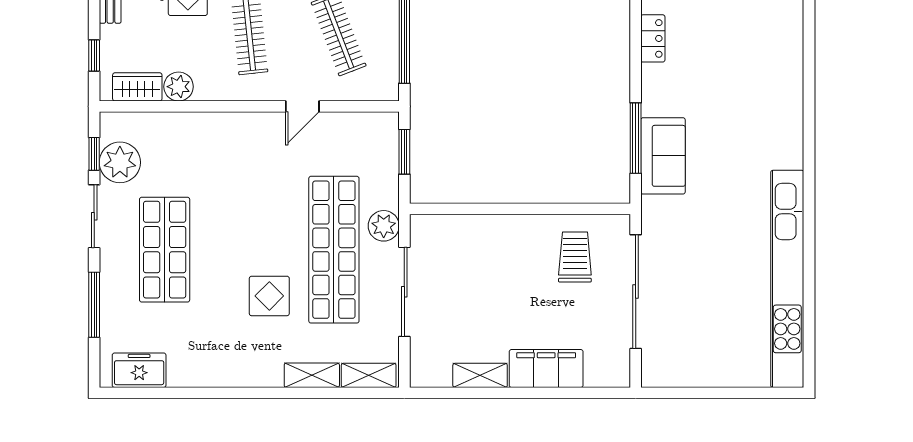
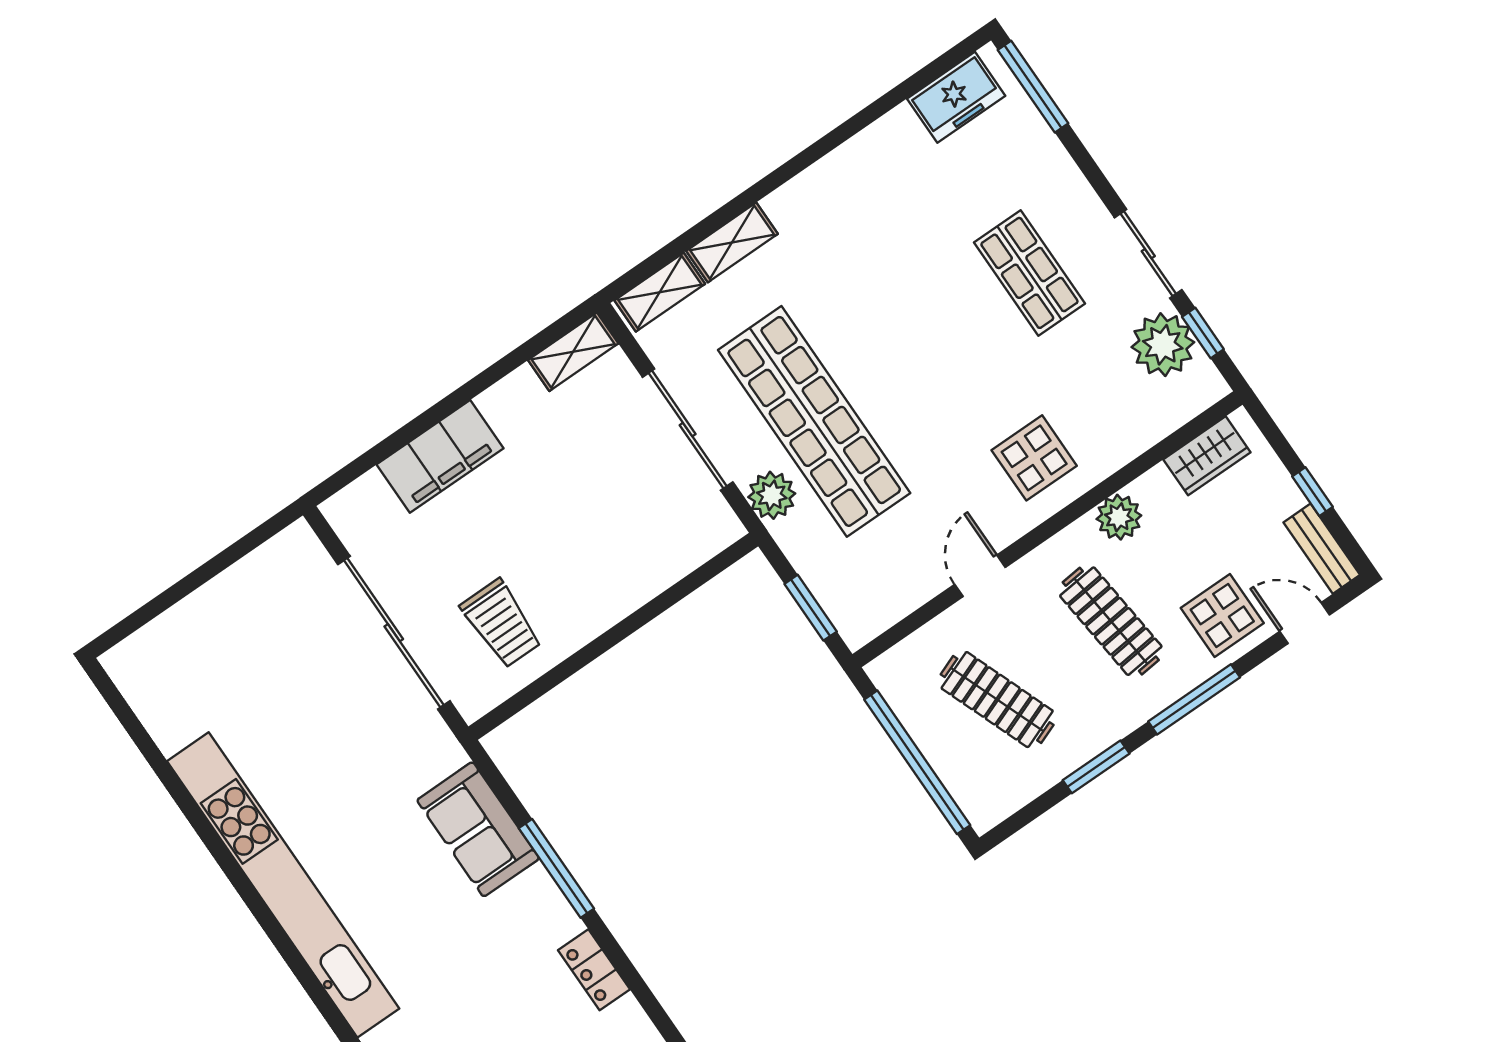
window: (94, 56) -> (1312, 492), moved
plant: (179, 87) -> (1119, 517), moved
window: (636, 138) -> (556, 868), moved
shop shelf: (165, 250) -> (1029, 273), width x0.70, depth x0.74
kitchen unit: (787, 279) -> (283, 885), moved
display table: (269, 296) -> (1034, 458), moved
window: (94, 305) -> (1033, 87), moved
shelving: (480, 375) -> (573, 352), moved

